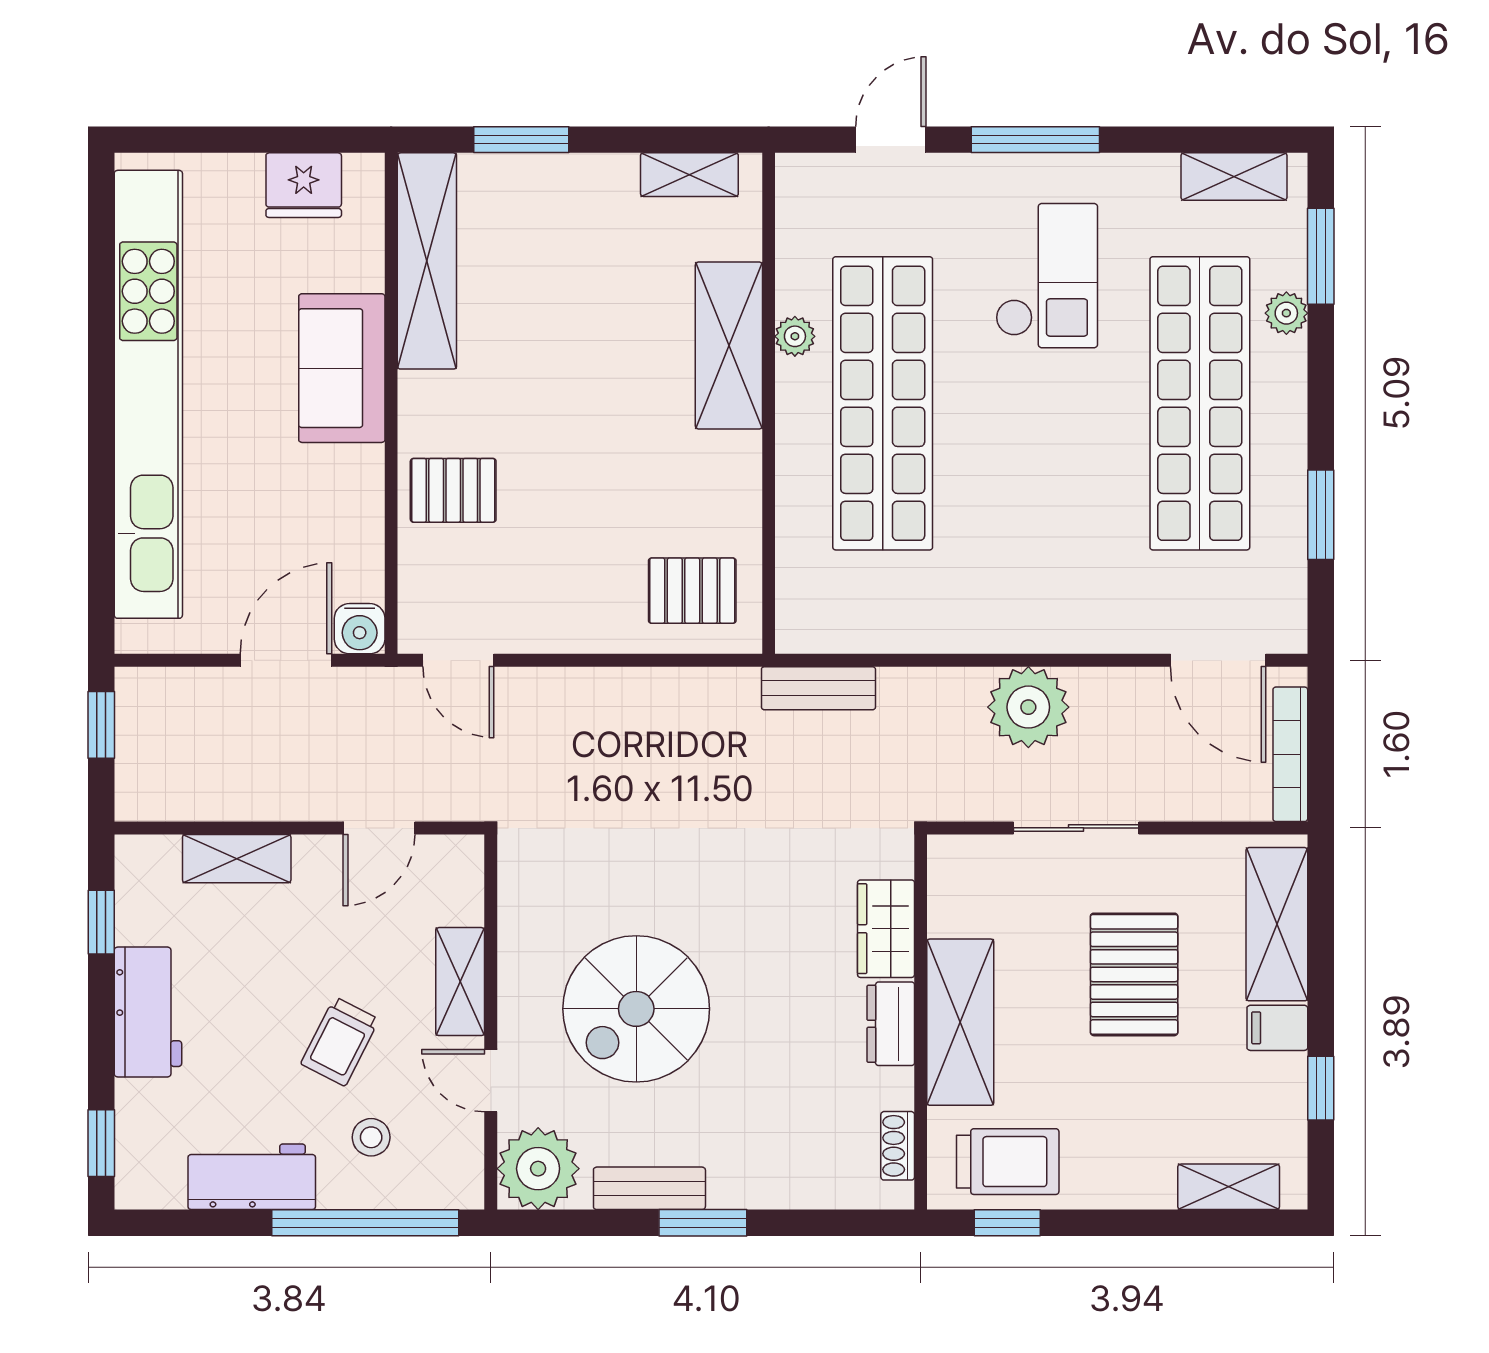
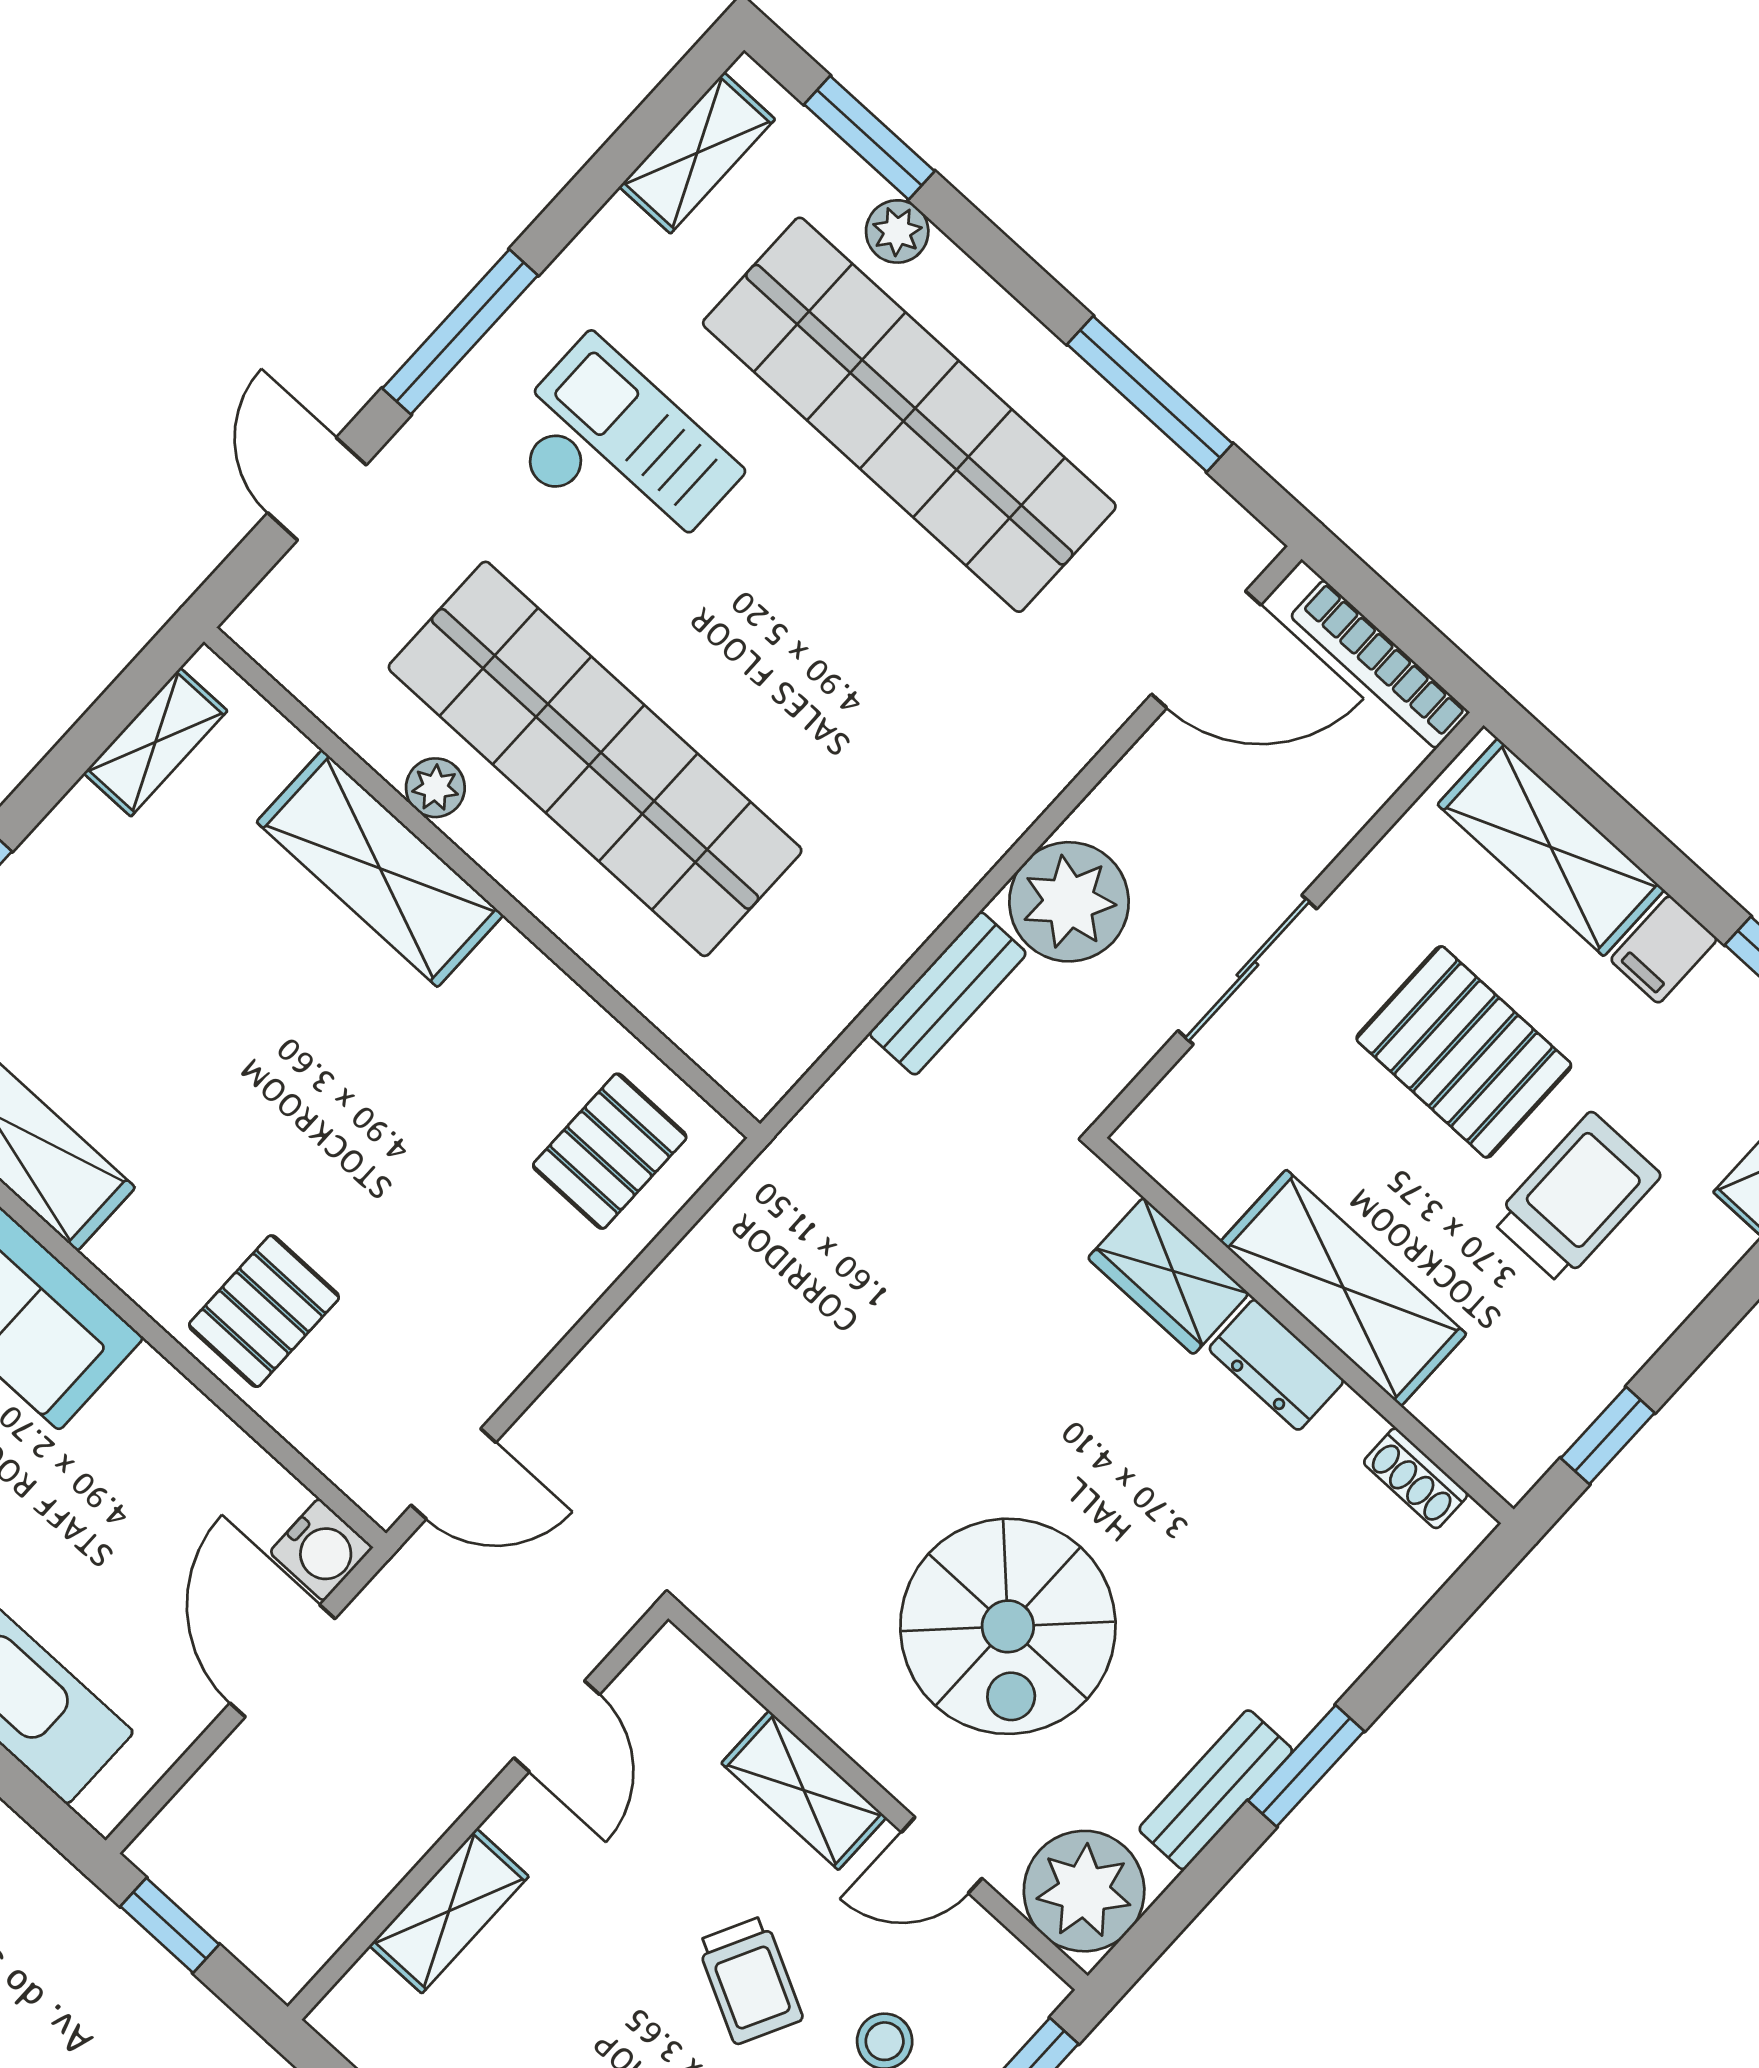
window: (1321, 515) -> (1150, 394), width x1.44
bench: (818, 688) -> (948, 993), moved
trolley: (1008, 1162) -> (1576, 1198), moved

